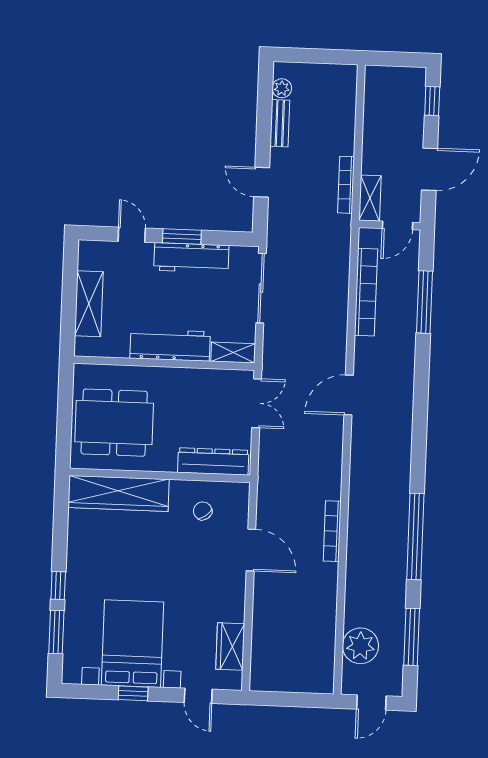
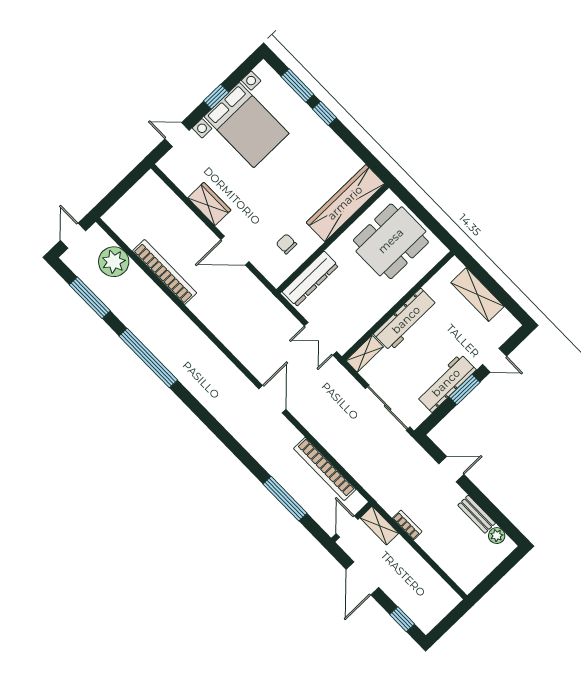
bookcase: (346, 185) -> (407, 525), width x0.64
chair: (203, 511) -> (286, 244), turned -144
bookcase: (332, 531) -> (165, 272), moved, width x1.48, depth x1.31
wardrobe: (230, 646) -> (209, 204), moved

